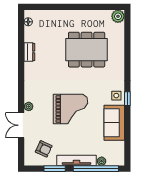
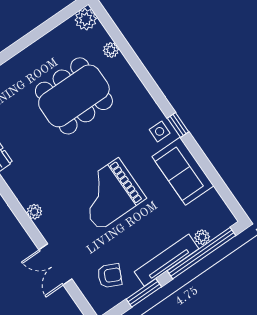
plant: (120, 40) -> (111, 50), added
plant: (29, 106) -> (34, 212), moved
grand piano: (70, 109) -> (109, 194), turned 180

